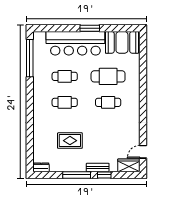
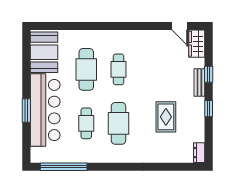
window: (90, 28) -> (26, 110), moved
cafe table: (65, 102) -> (119, 123), width x1.37, depth x1.35
window: (77, 175) -> (209, 109), width x0.46

